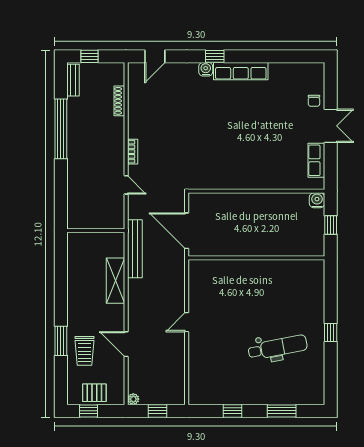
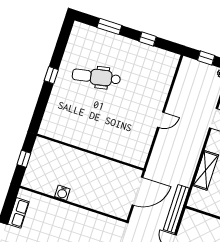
water cooler: (317, 200) -> (62, 193), moved
door: (187, 231) -> (137, 191), hinge flipped
bench: (135, 249) -> (176, 209), moved

